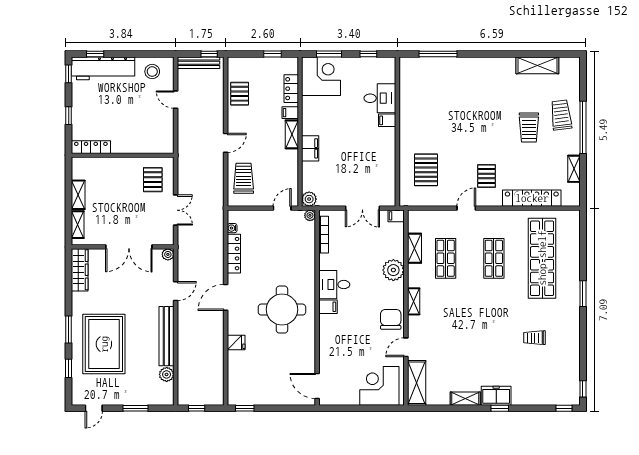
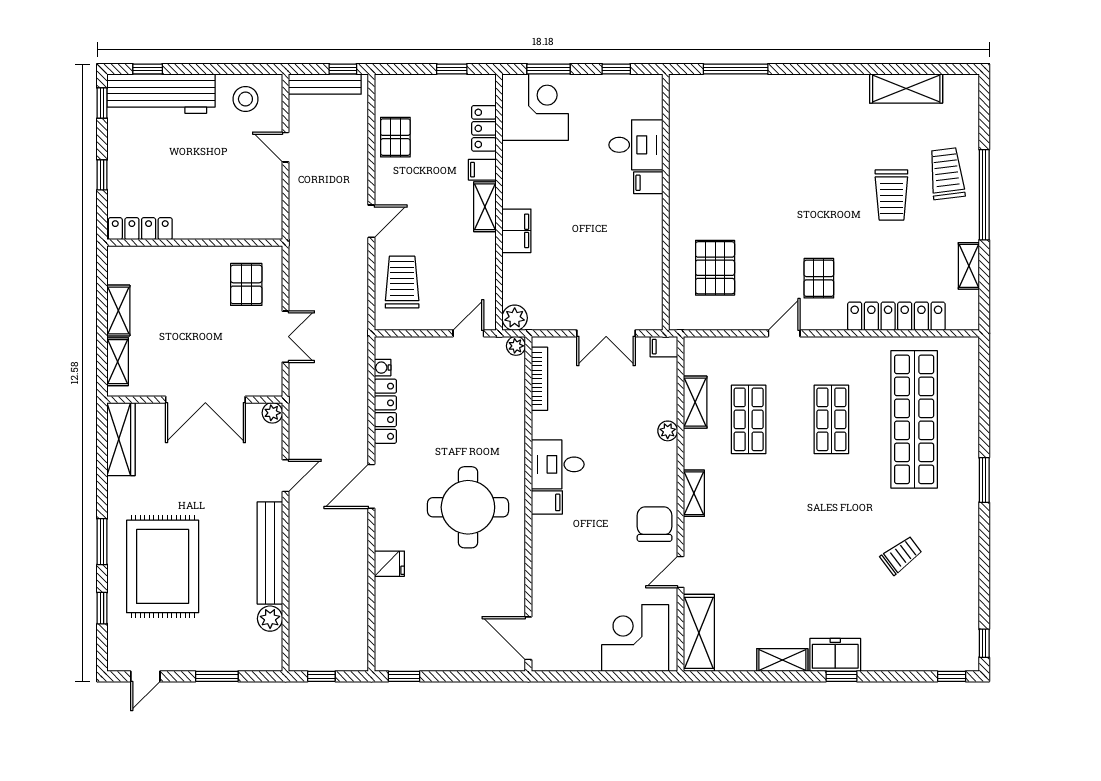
plant: (393, 270) -> (668, 431), width x0.53, depth x0.53
trolley: (535, 338) -> (901, 555), turned 143

